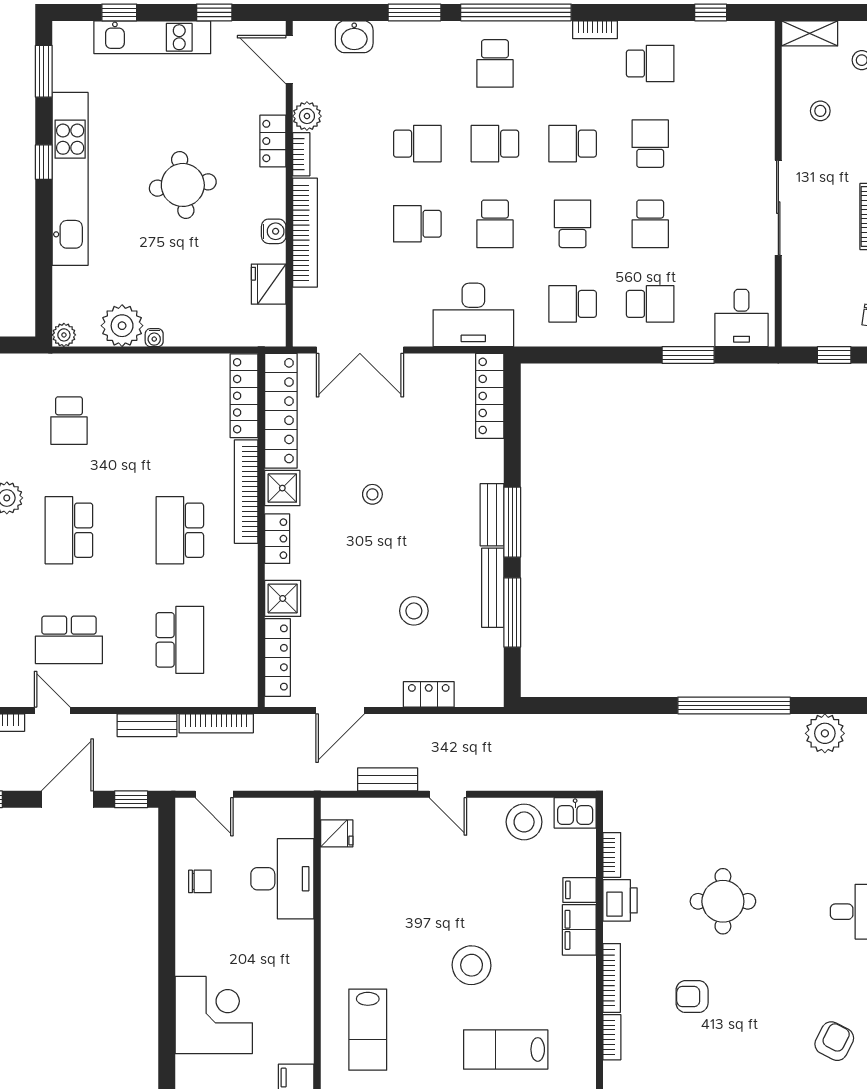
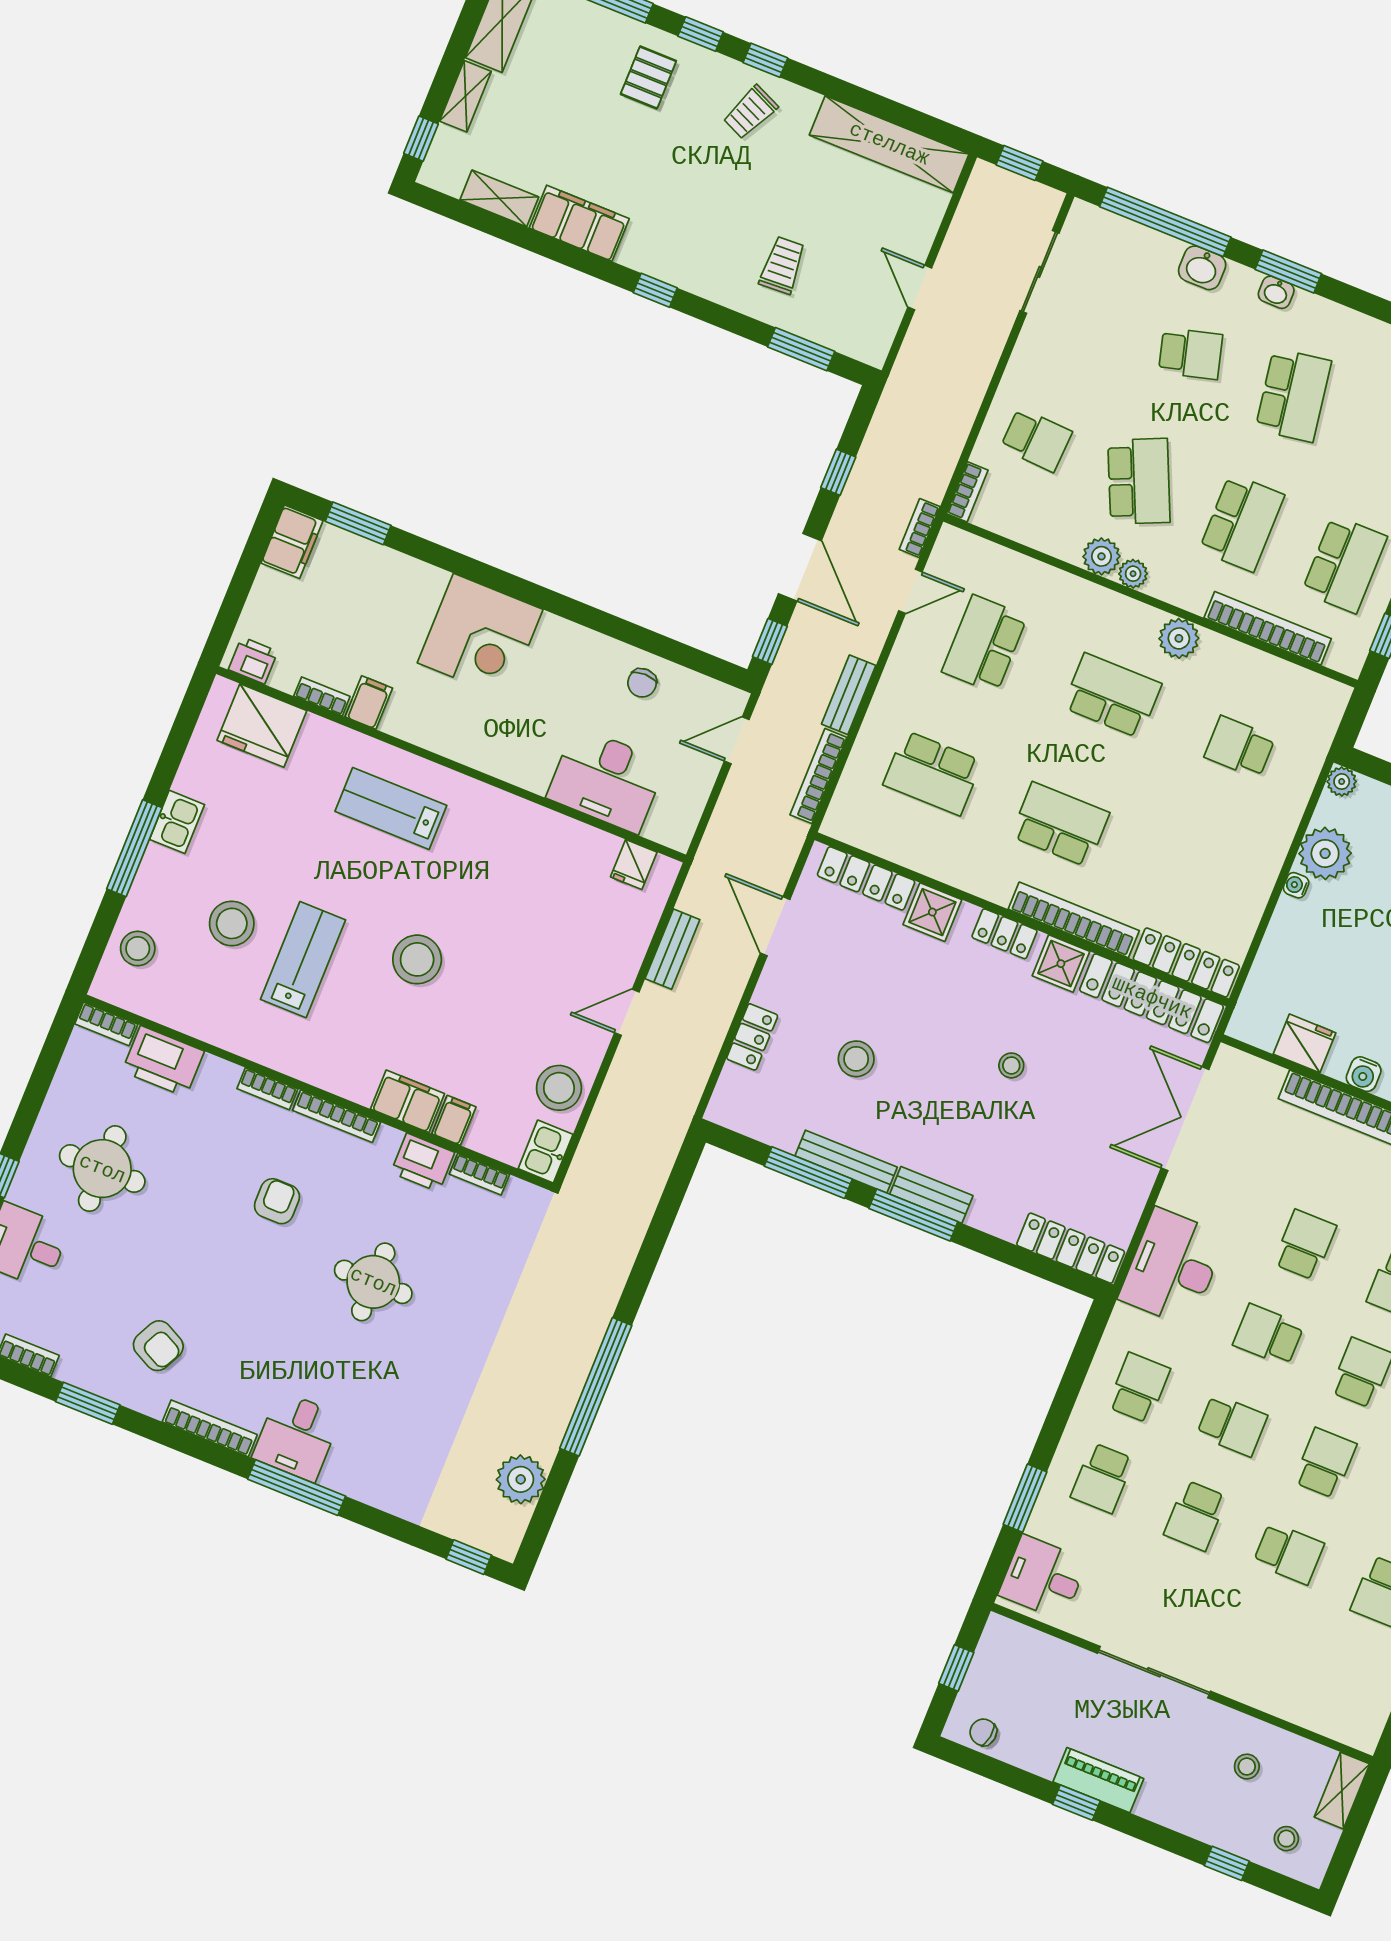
school desk: (650, 224) -> (1195, 1516), turned -90

